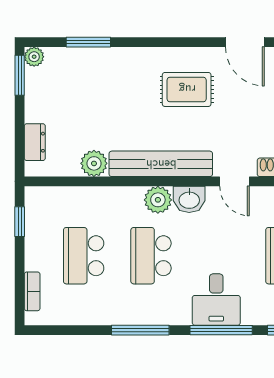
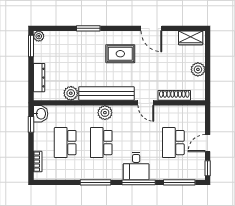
window: (88, 42) -> (88, 28), moved
dresser: (35, 142) -> (39, 78), width x1.44
washbasin: (189, 199) -> (41, 114), moved, turned -90

